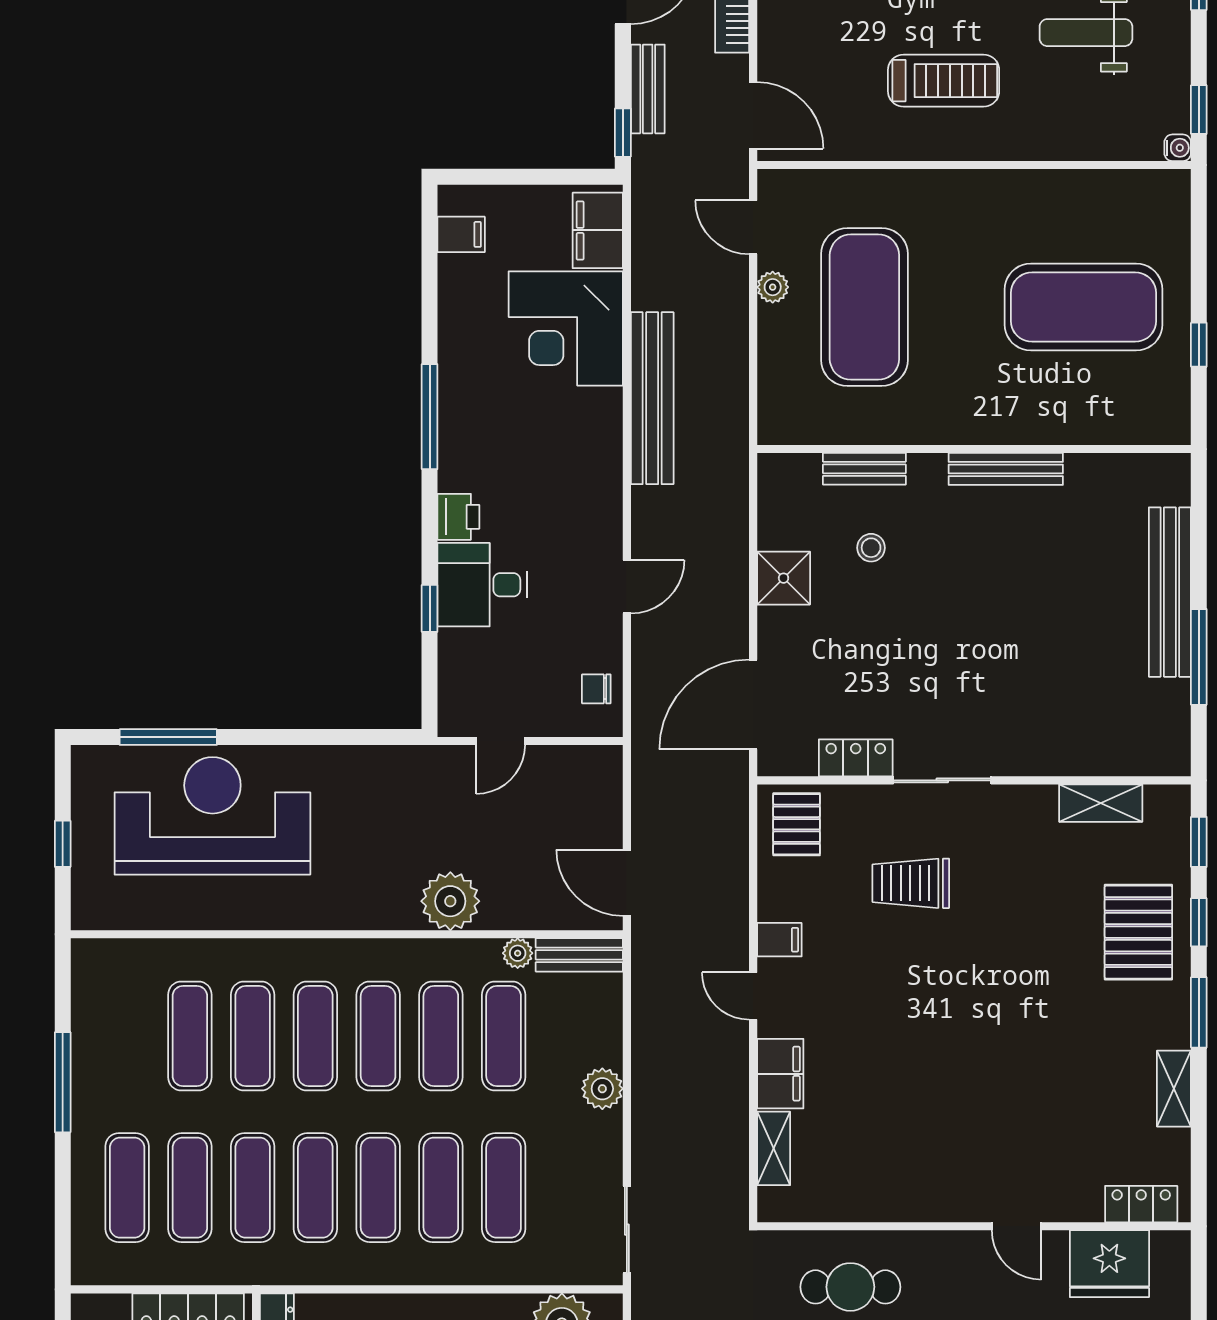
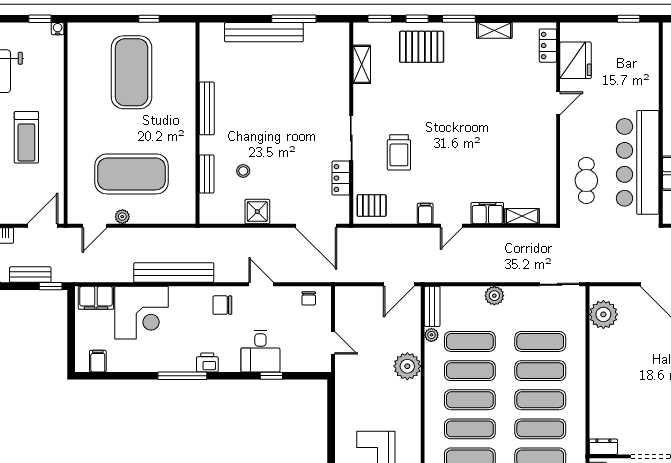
treadmill: (944, 81) -> (26, 137), turned 180
chair: (582, 503) -> (222, 305), added
printer: (458, 517) -> (207, 362), moved

